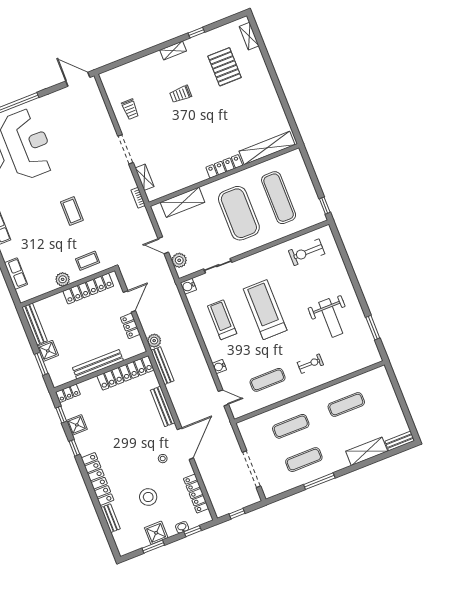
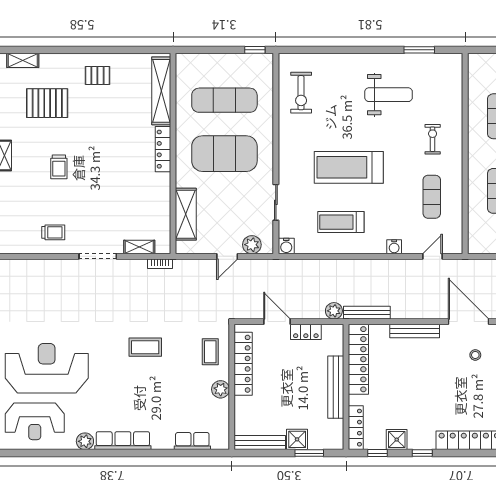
pallet: (260, 96) -> (97, 75), added
locker: (68, 393) -> (356, 428), width x1.53

